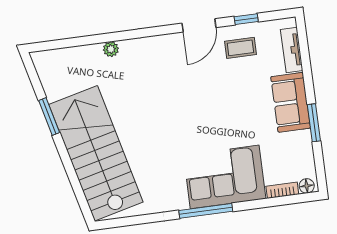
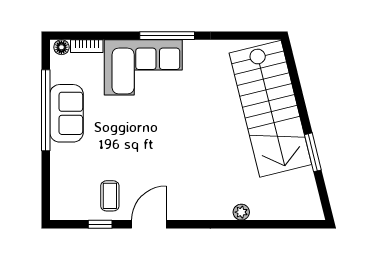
coffee table: (240, 48) -> (110, 196), turned 90
tv unit: (292, 50) -> (58, 187), removed
sofa: (291, 102) -> (66, 113), moved
window: (314, 123) -> (46, 110), width x2.11

